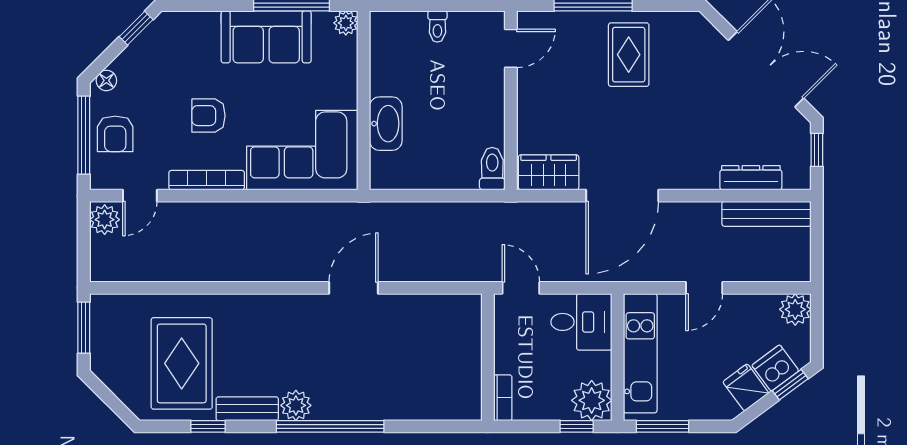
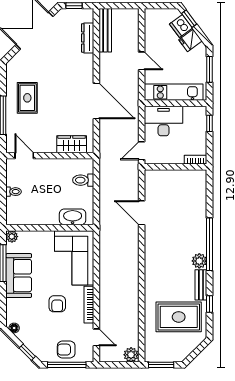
window: (136, 28) -> (27, 352), moved
rug: (629, 55) -> (27, 98), turned 90
floor lamp: (106, 80) -> (14, 328), moved
washbasin: (386, 124) -> (73, 217), moved
armchair: (115, 134) -> (66, 350), turned 180
toilet: (492, 169) -> (83, 180), moved
wardrobe: (549, 172) -> (72, 144), moved, turned 90
plant: (105, 220) -> (131, 355), moved
door: (354, 288) -> (142, 213), moved
plant: (795, 309) -> (152, 16), removed
desk: (581, 322) -> (164, 121), width x1.37
plant: (592, 400) -> (197, 116), removed
window: (663, 426) -> (210, 69), moved

